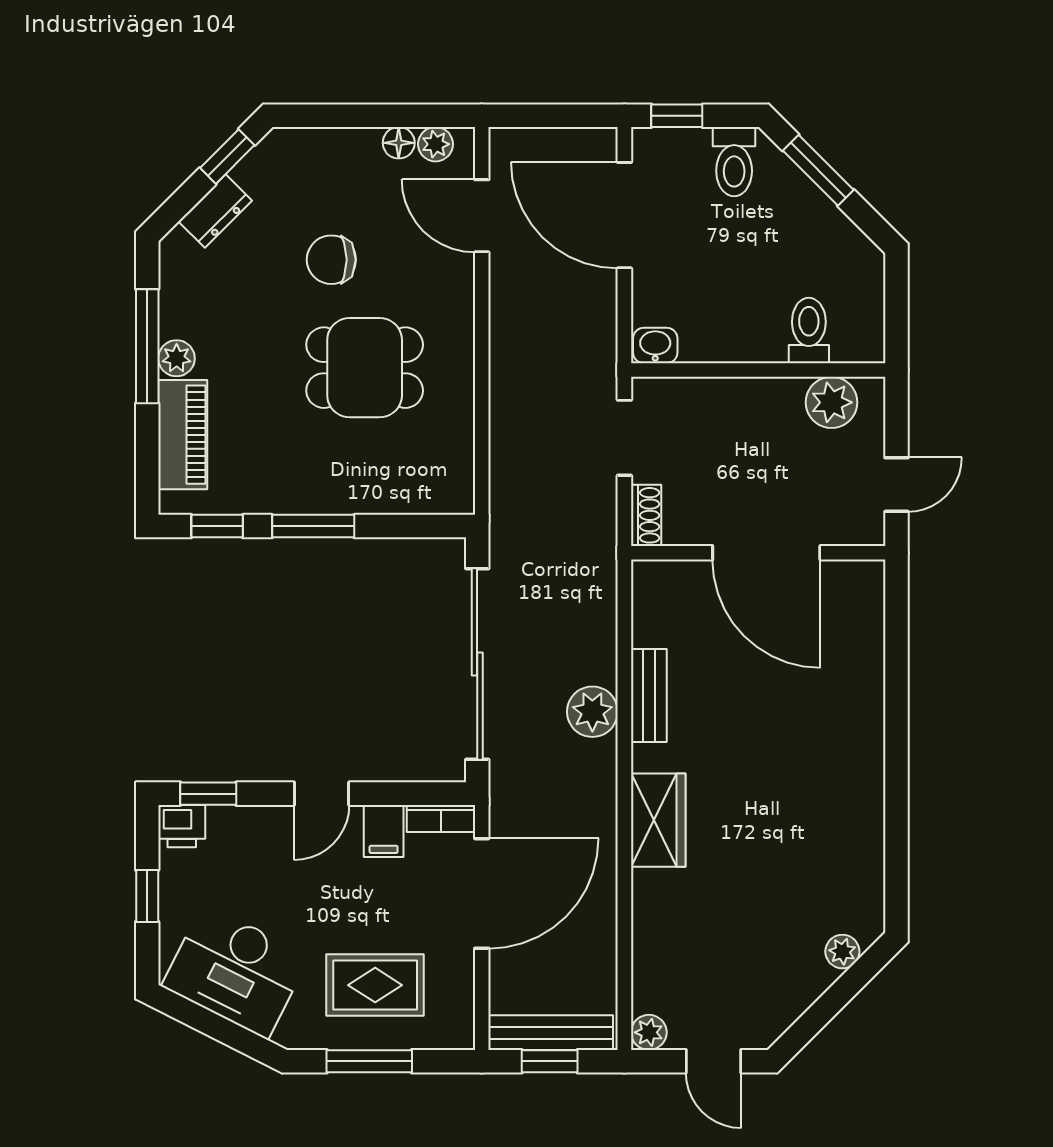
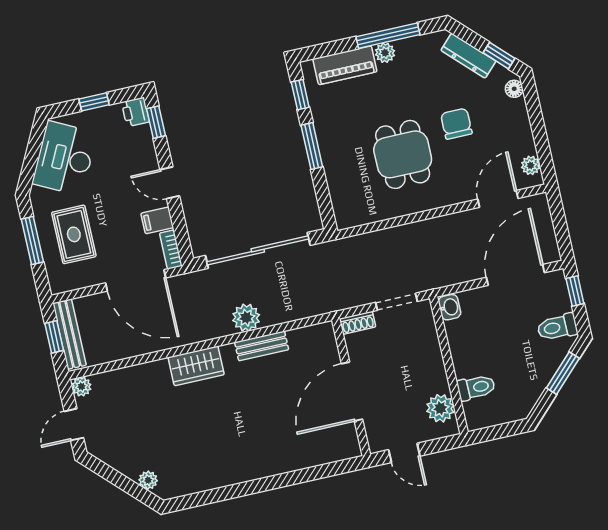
floor lamp: (399, 143) -> (514, 89), moved
dresser: (215, 211) -> (468, 56), width x1.44

